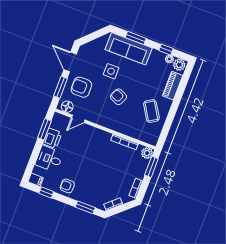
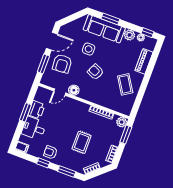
window: (166, 50) -> (147, 33), moved
door: (70, 62) -> (52, 41), swing flipped
plant: (179, 65) -> (129, 35), moved
armchair: (81, 87) -> (62, 64), turned -94
floor lamp: (67, 107) -> (74, 90), moved
window: (44, 129) -> (25, 112), moved
rug: (102, 175) -> (82, 142), added
window: (46, 192) -> (43, 163), moved

